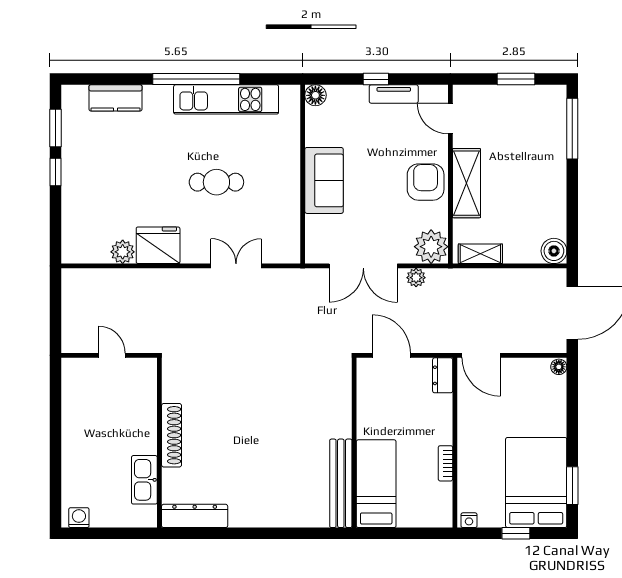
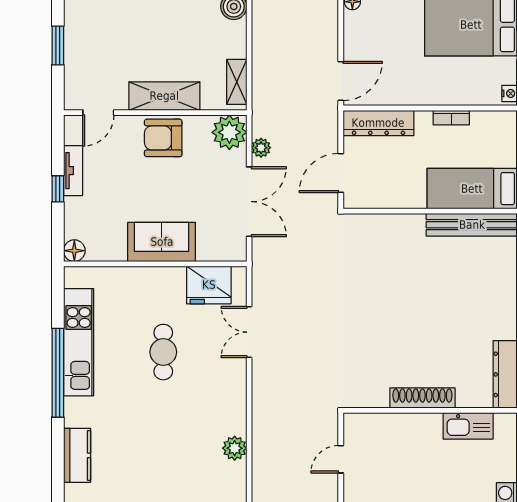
fridge: (158, 245) -> (209, 285), moved, turned -90
dresser: (443, 375) -> (378, 123), width x1.96, depth x1.24

